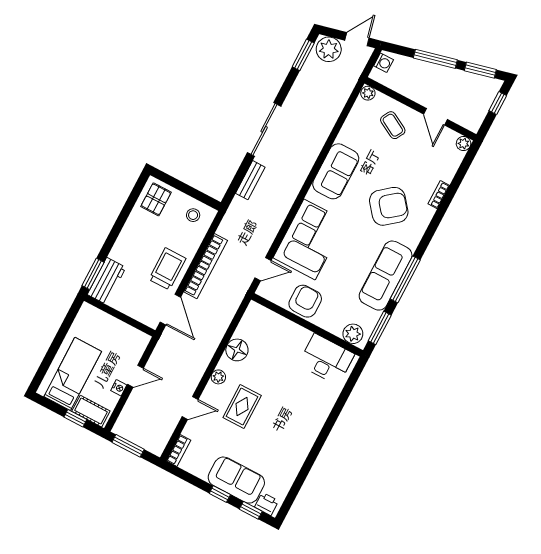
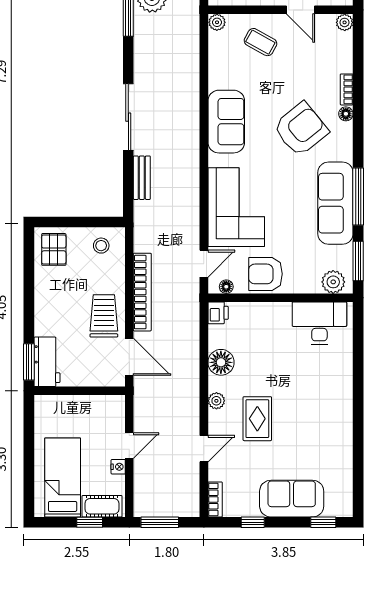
floor lamp: (429, 213) -> (346, 114), added
floor lamp: (271, 295) -> (226, 287), added
armchair: (305, 301) -> (266, 274), turned -90
window: (220, 494) -> (253, 522), moved
printer: (266, 504) -> (218, 313), moved, turned 90

